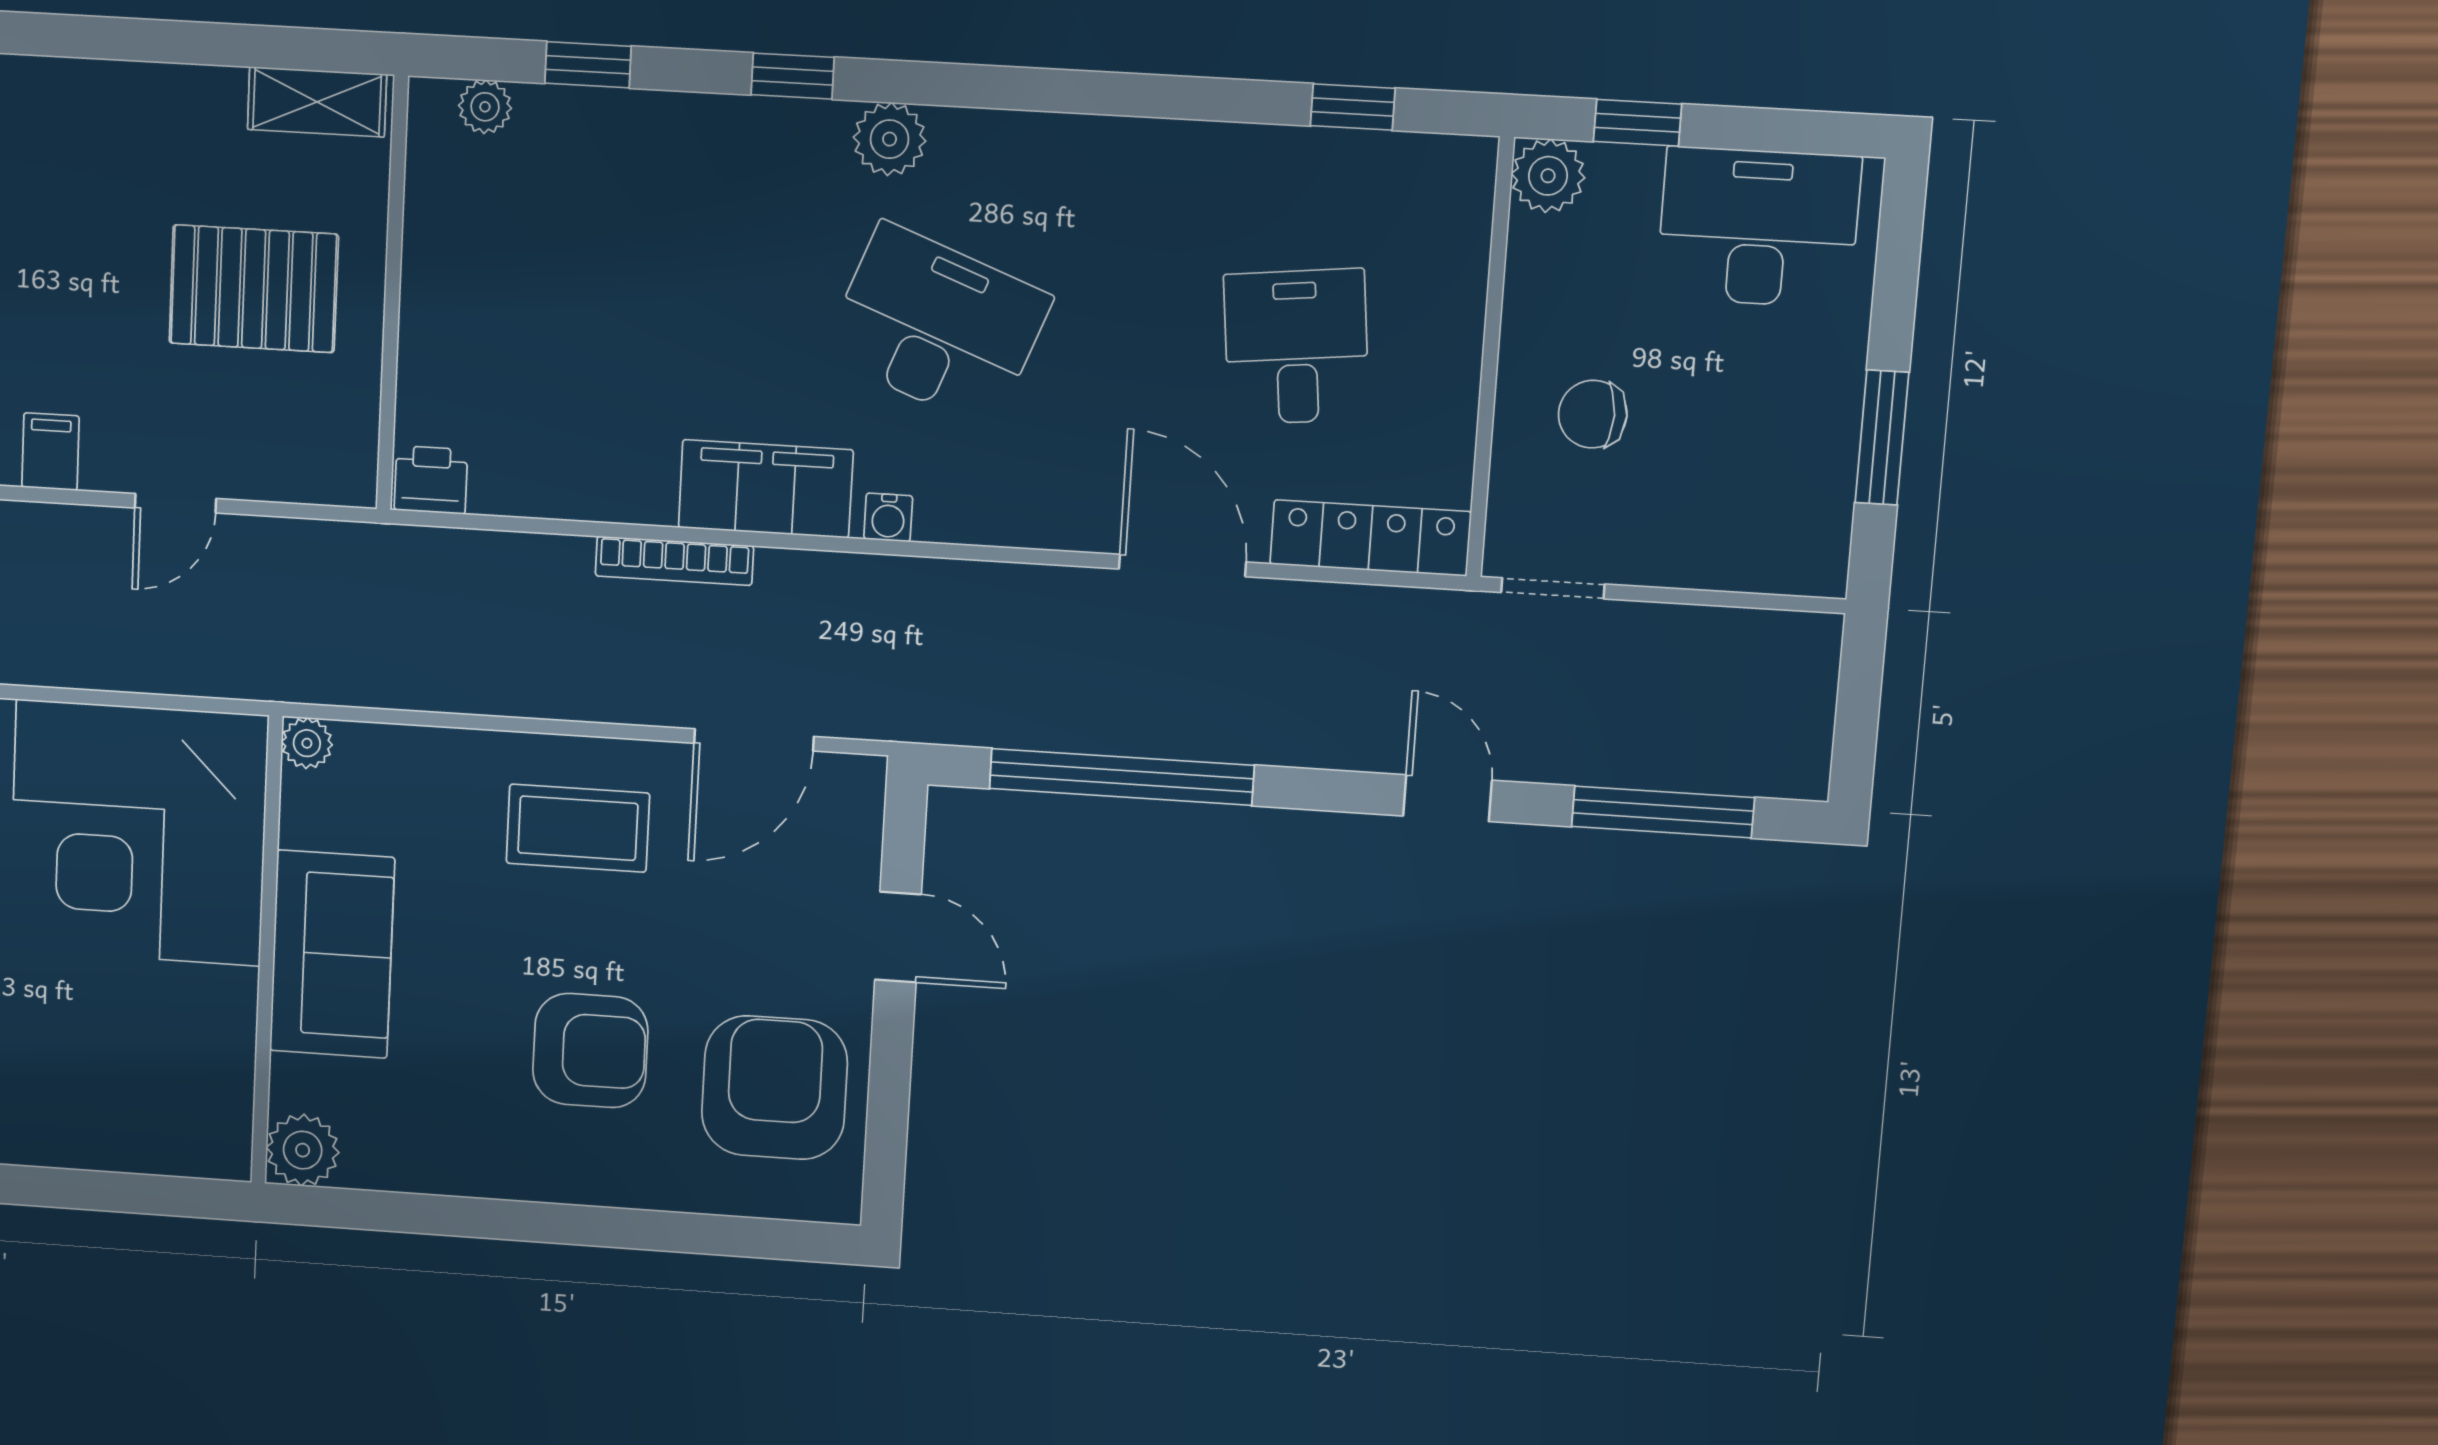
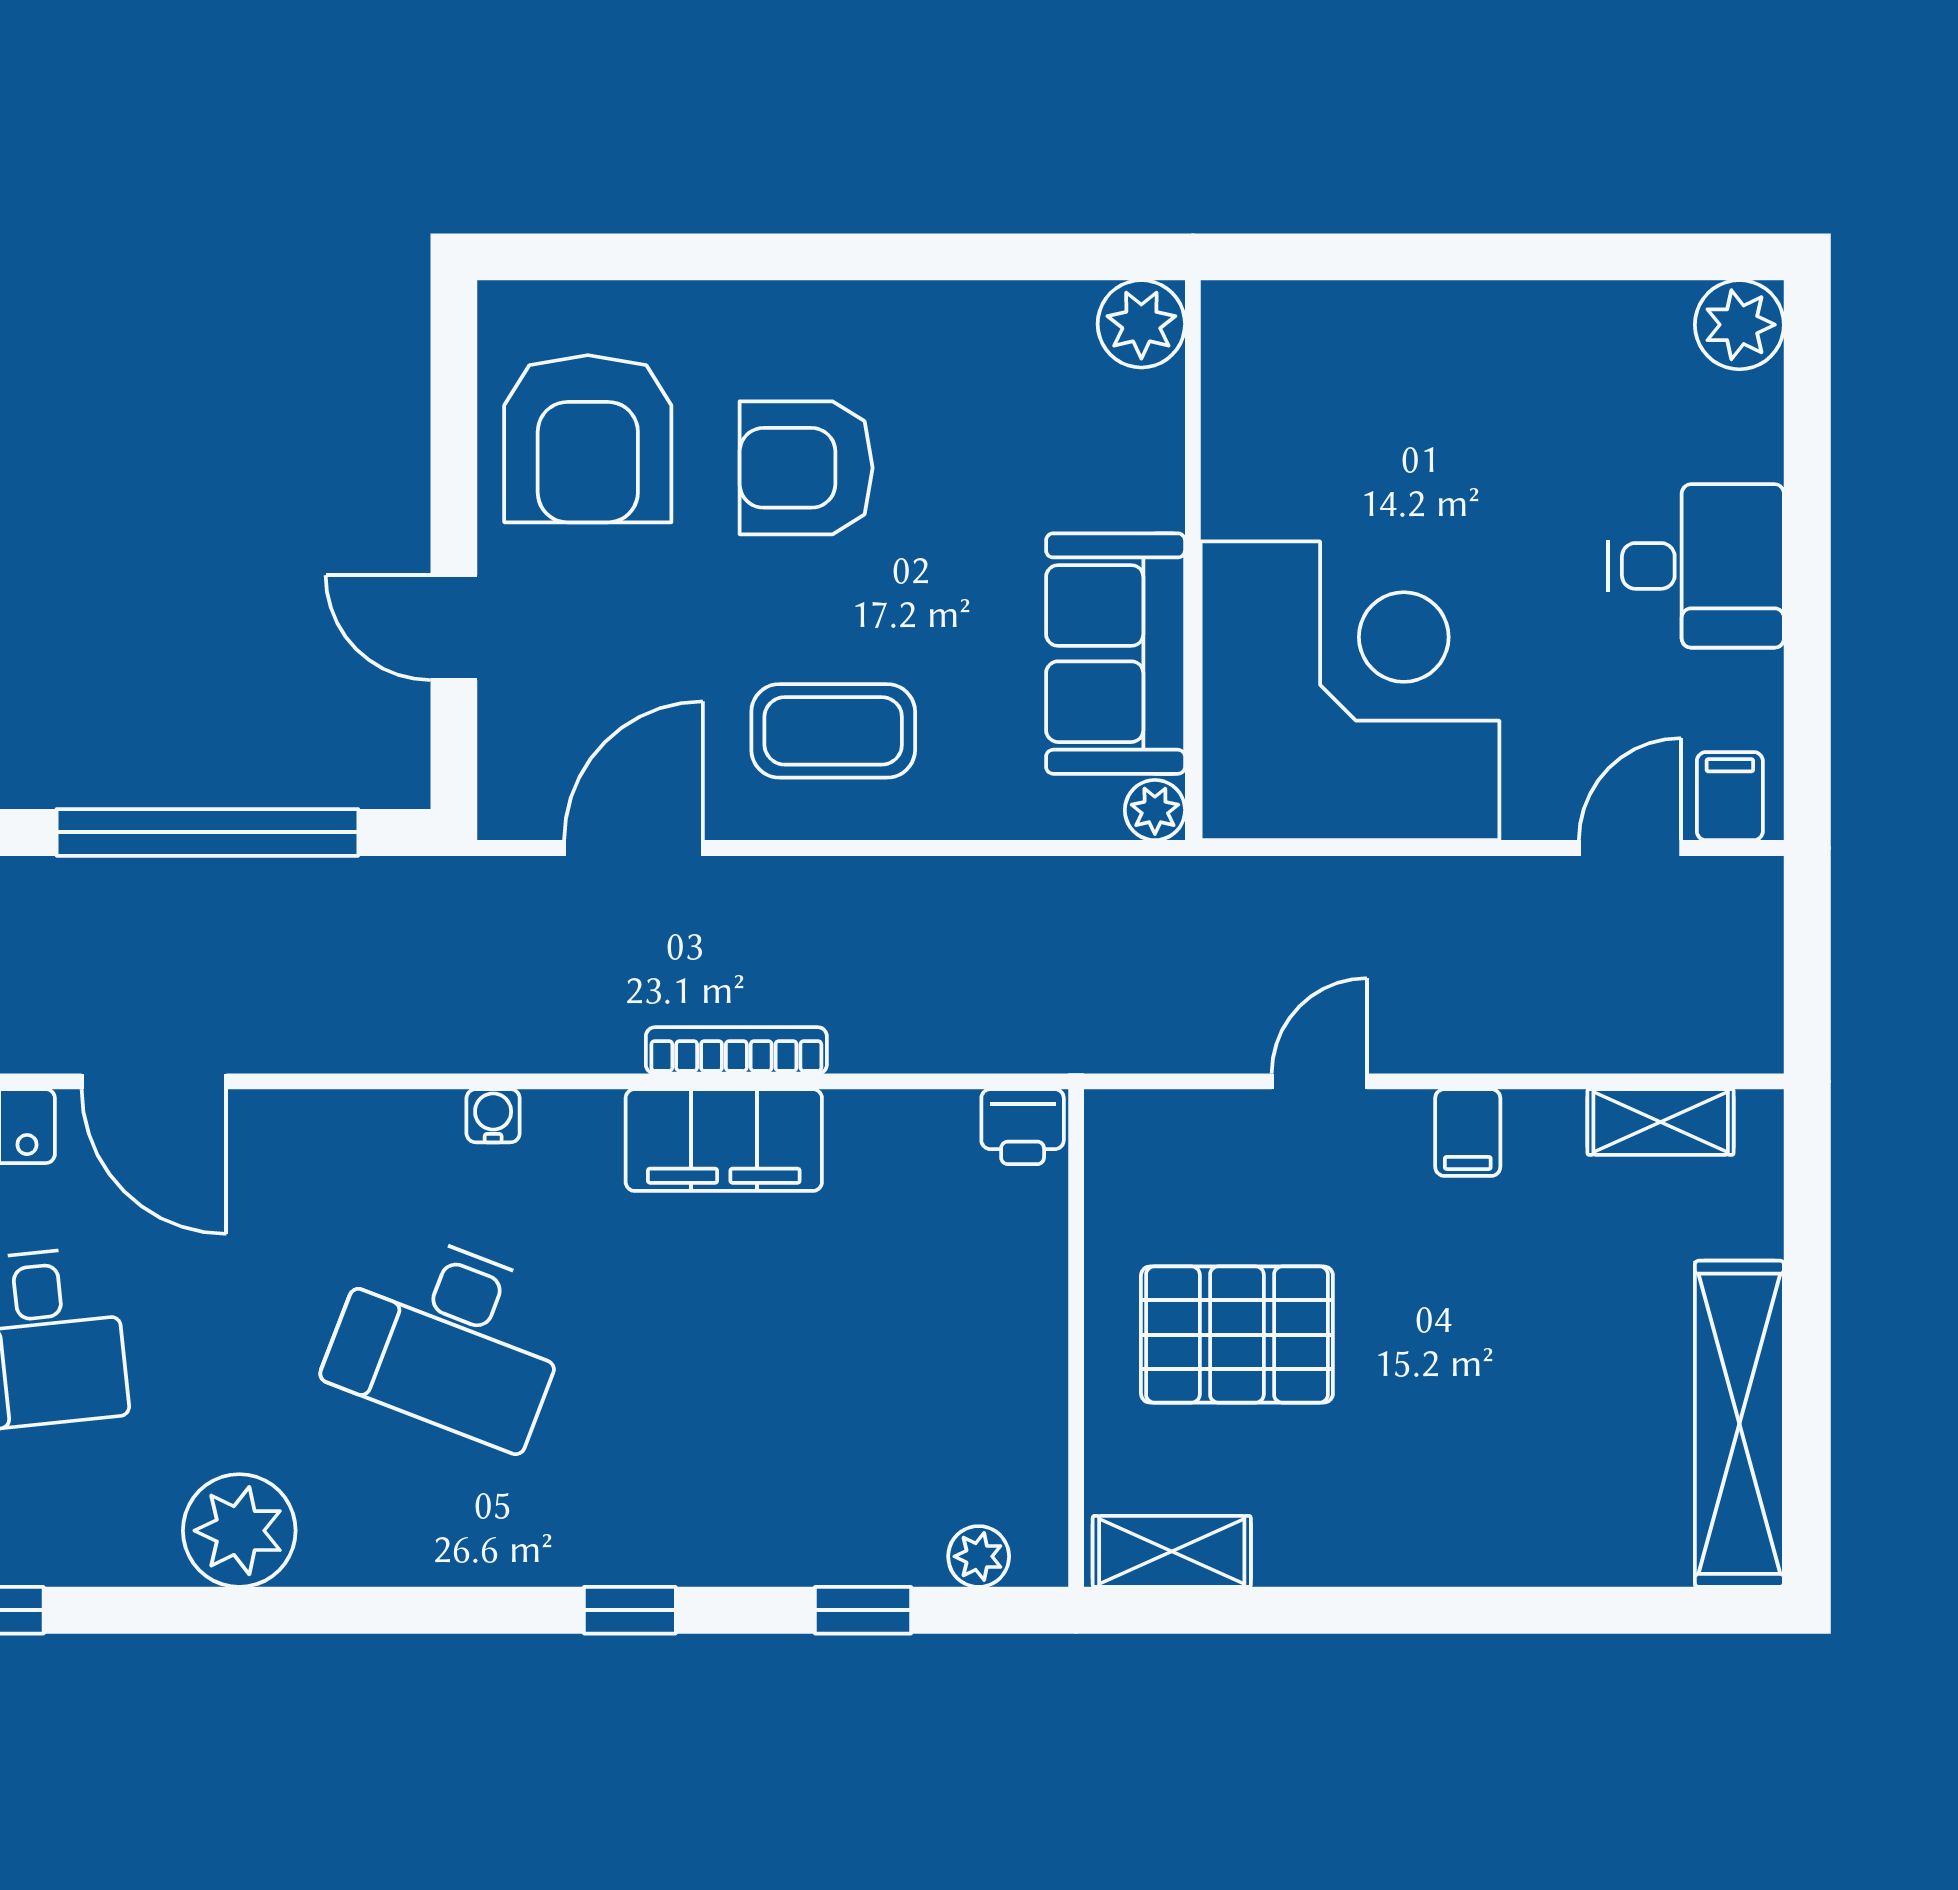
plant: (890, 139) -> (239, 1531), moved, width x1.36, depth x1.36
filing cabinet: (766, 489) -> (724, 1140), moved
sofa: (332, 954) -> (1116, 654), moved

